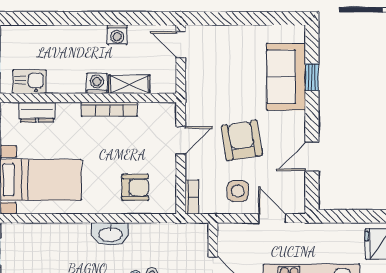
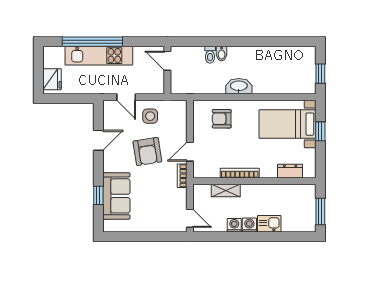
kitchen sink: (29, 82) -> (269, 224), moved, turned 180
washing machine: (97, 83) -> (249, 225), moved, turned 180
bookcase: (192, 197) -> (182, 176), moved

